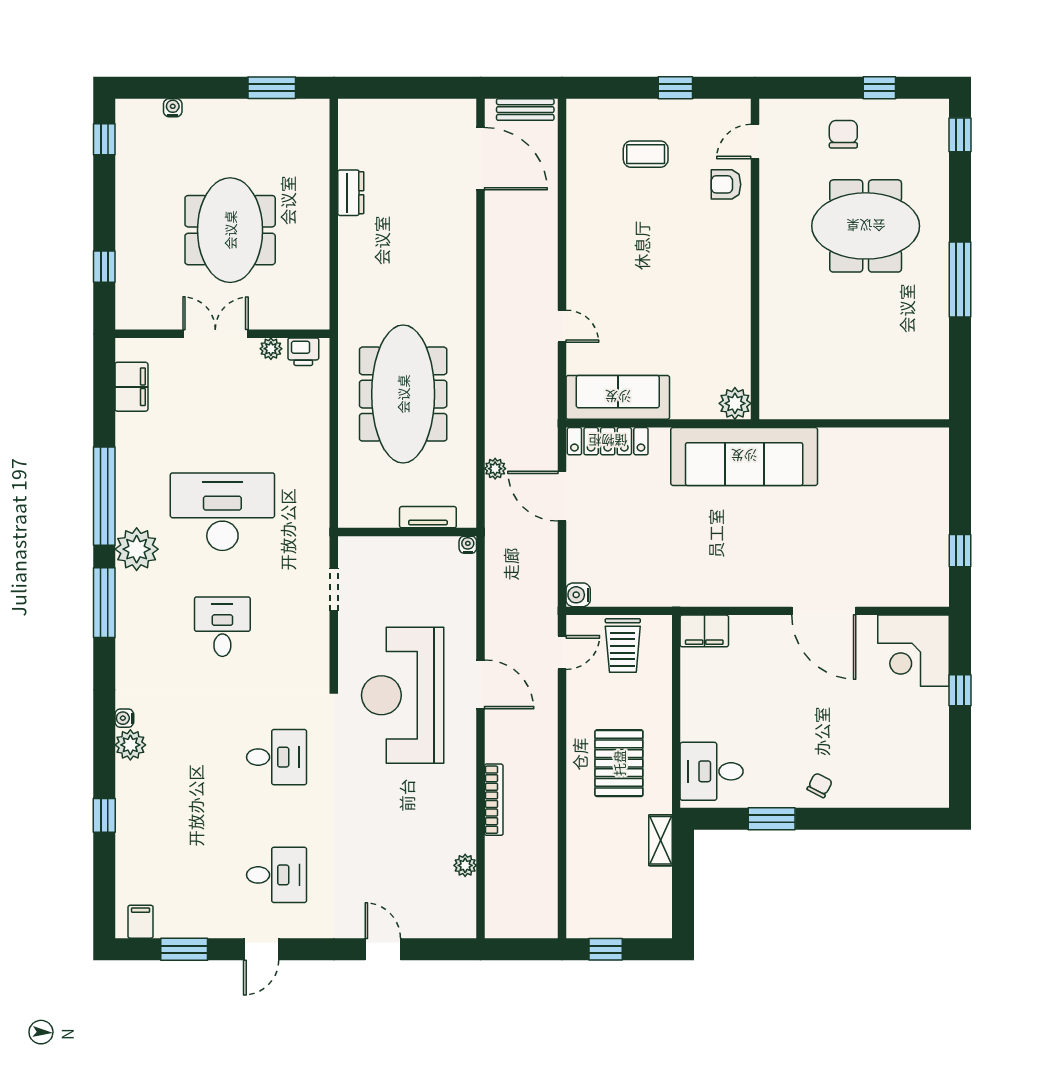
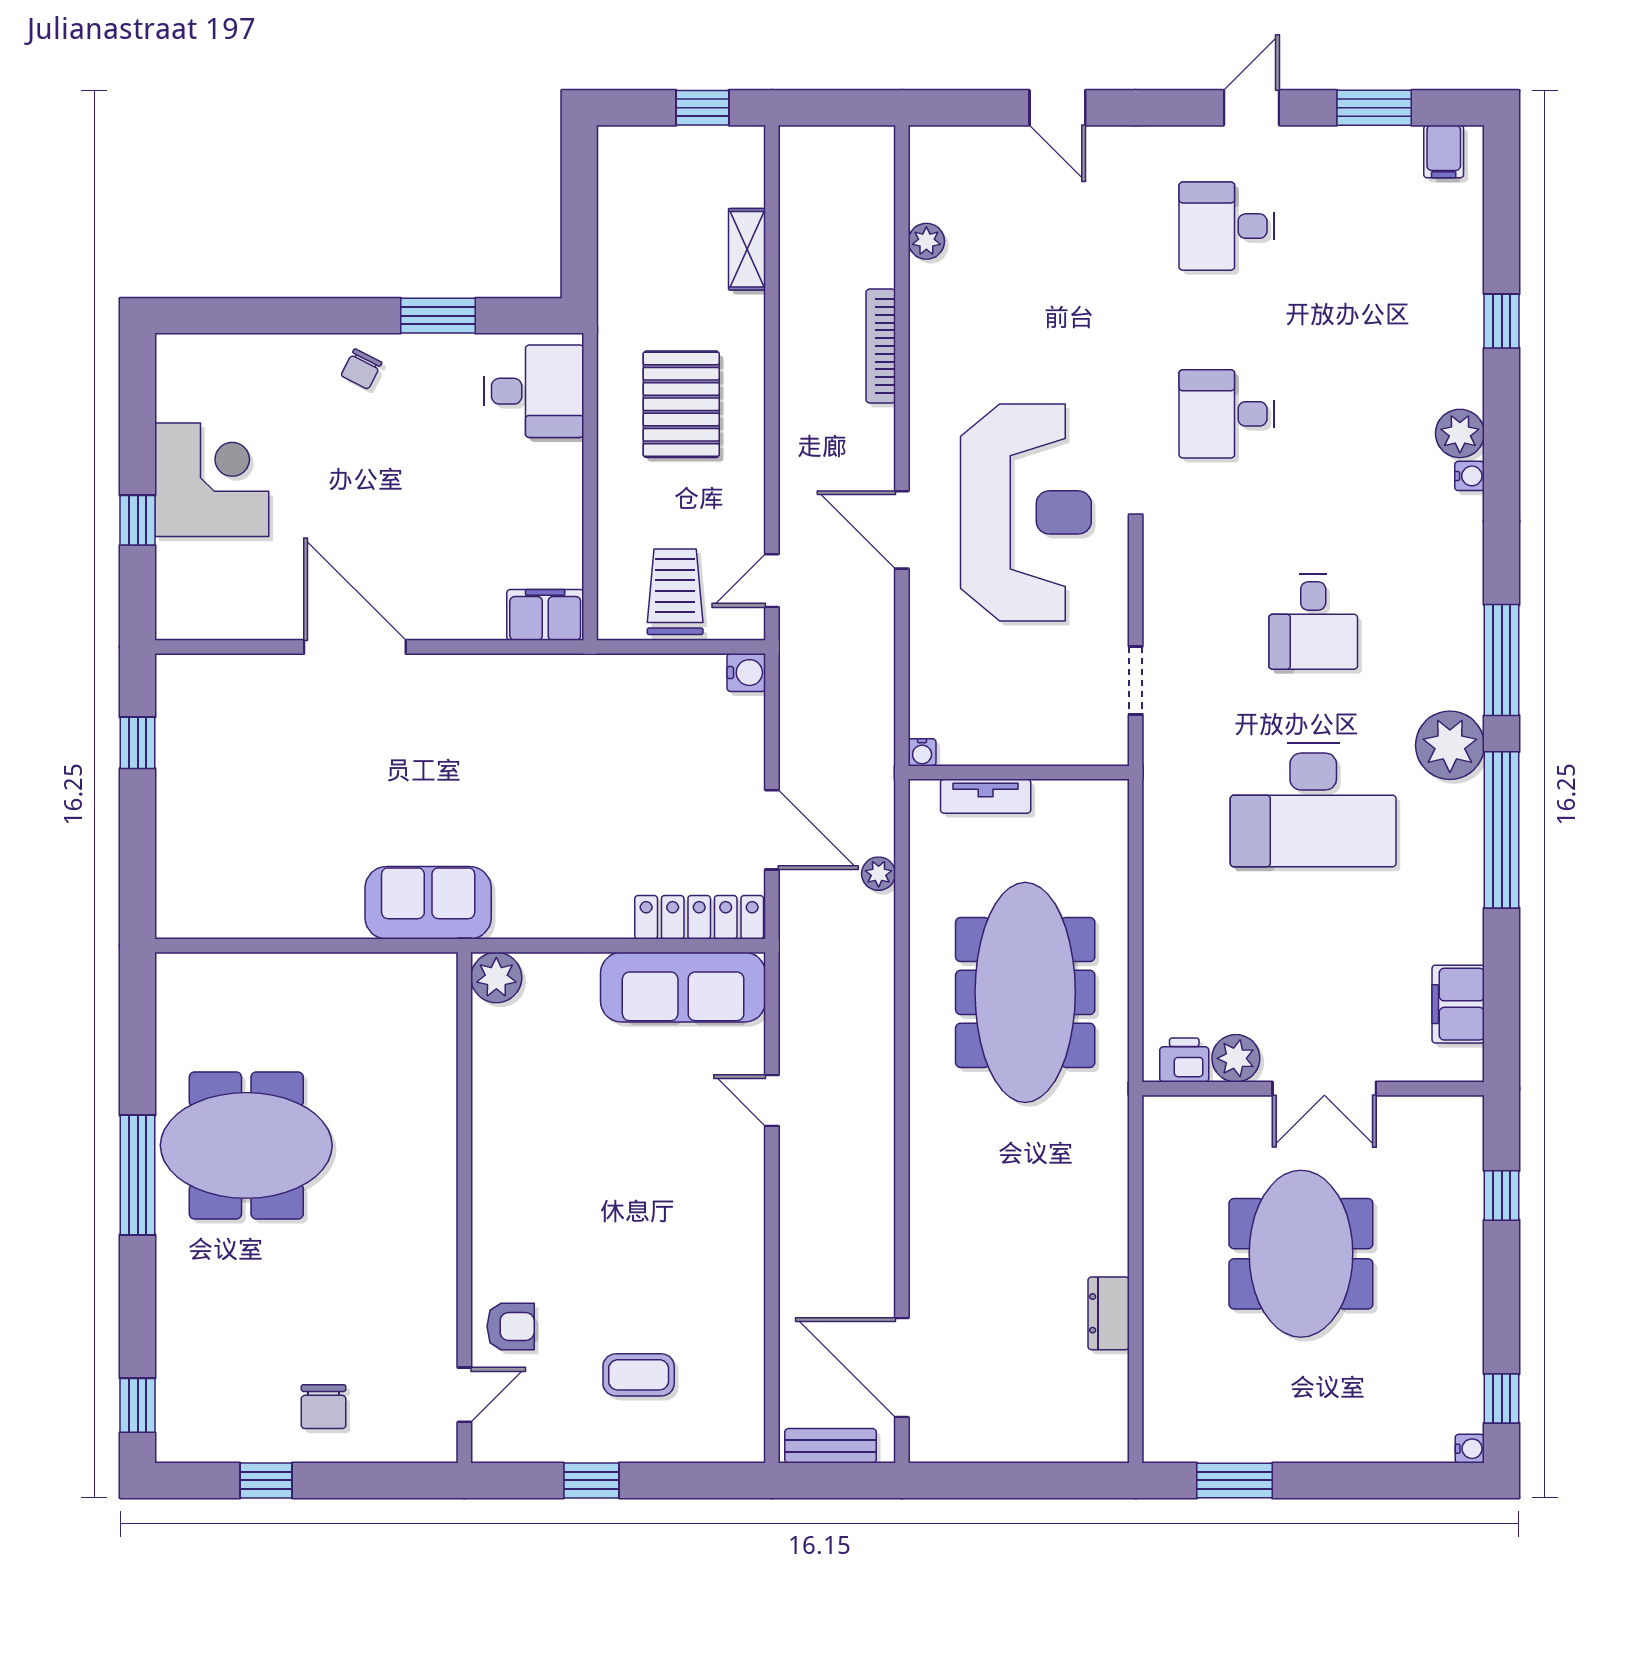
water cooler: (173, 108) -> (1470, 1449), moved, turned -90
meeting table: (866, 226) -> (246, 1145), moved
plant: (271, 349) -> (1236, 1058), width x1.38, depth x1.38
sofa: (744, 456) -> (428, 903), width x0.54, depth x0.79
corner desk: (914, 651) -> (212, 480), moved
shelving: (661, 840) -> (747, 249), moved

